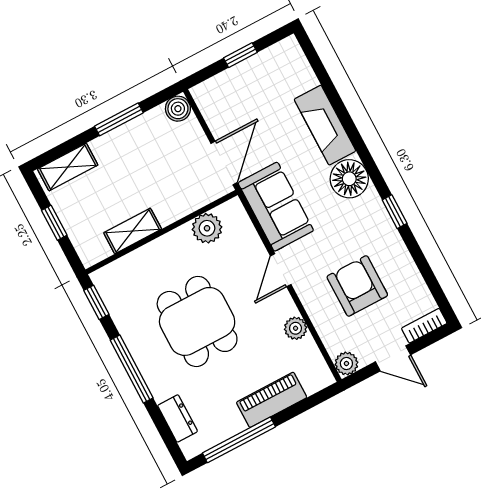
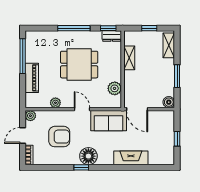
floor lamp: (349, 179) -> (88, 156), moved
dresser: (178, 418) -> (112, 36), moved

